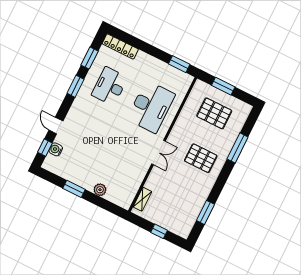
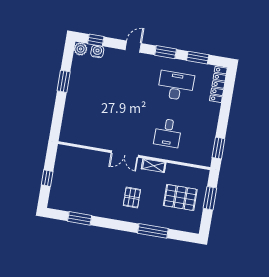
desk: (151, 107) -> (168, 133), width x0.53, depth x0.77
pallet: (214, 113) -> (180, 197), turned 90
door: (56, 126) -> (133, 47), moved
pallet: (201, 158) -> (132, 197), width x0.67, depth x0.71
plant: (100, 190) -> (81, 49), moved
shelving: (142, 199) -> (154, 166), moved

